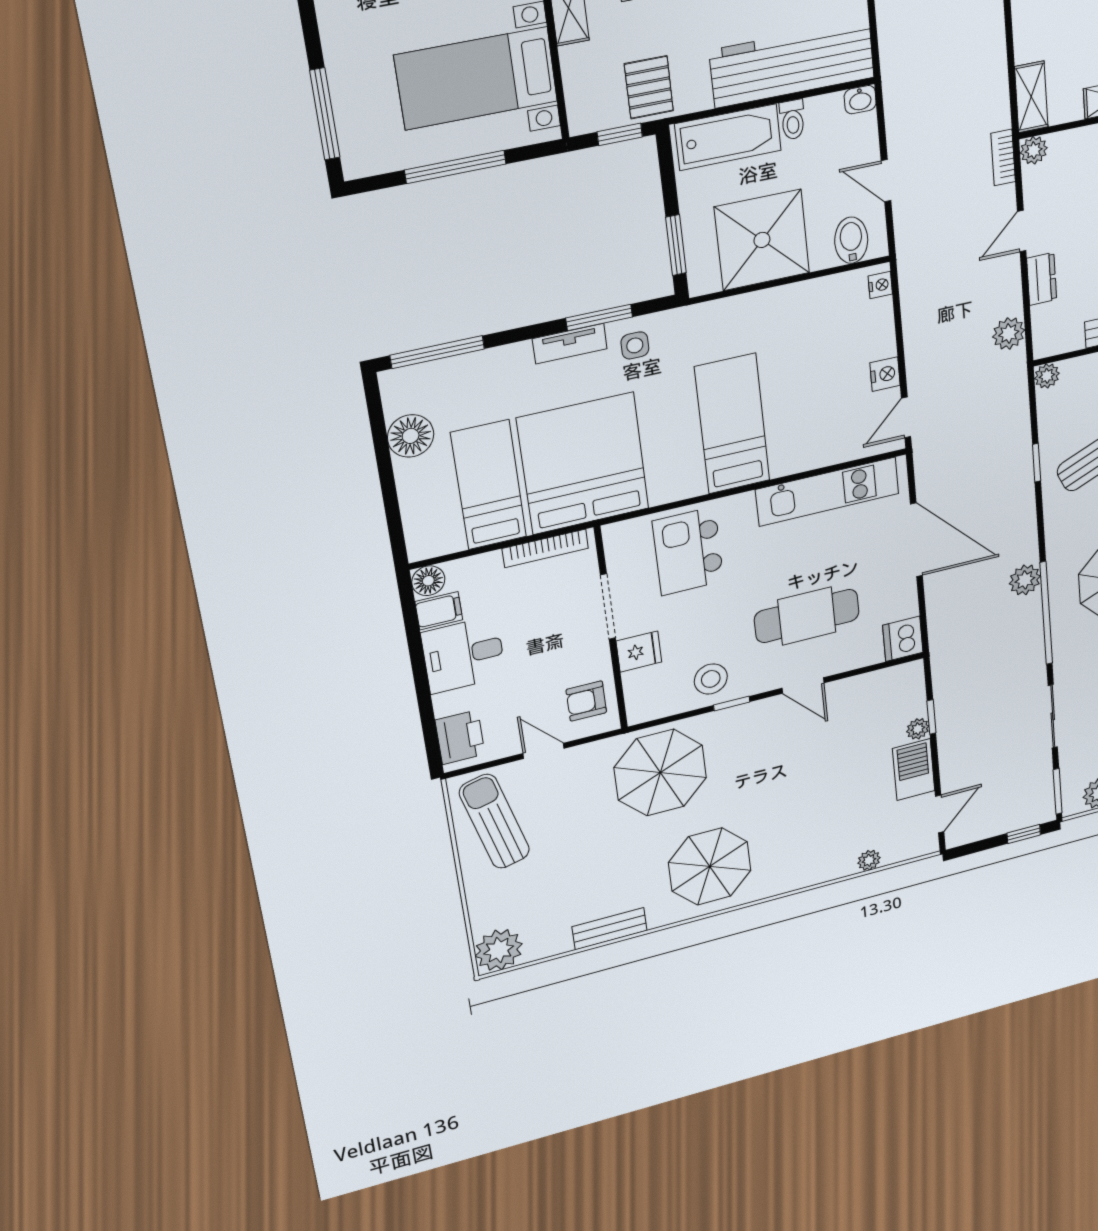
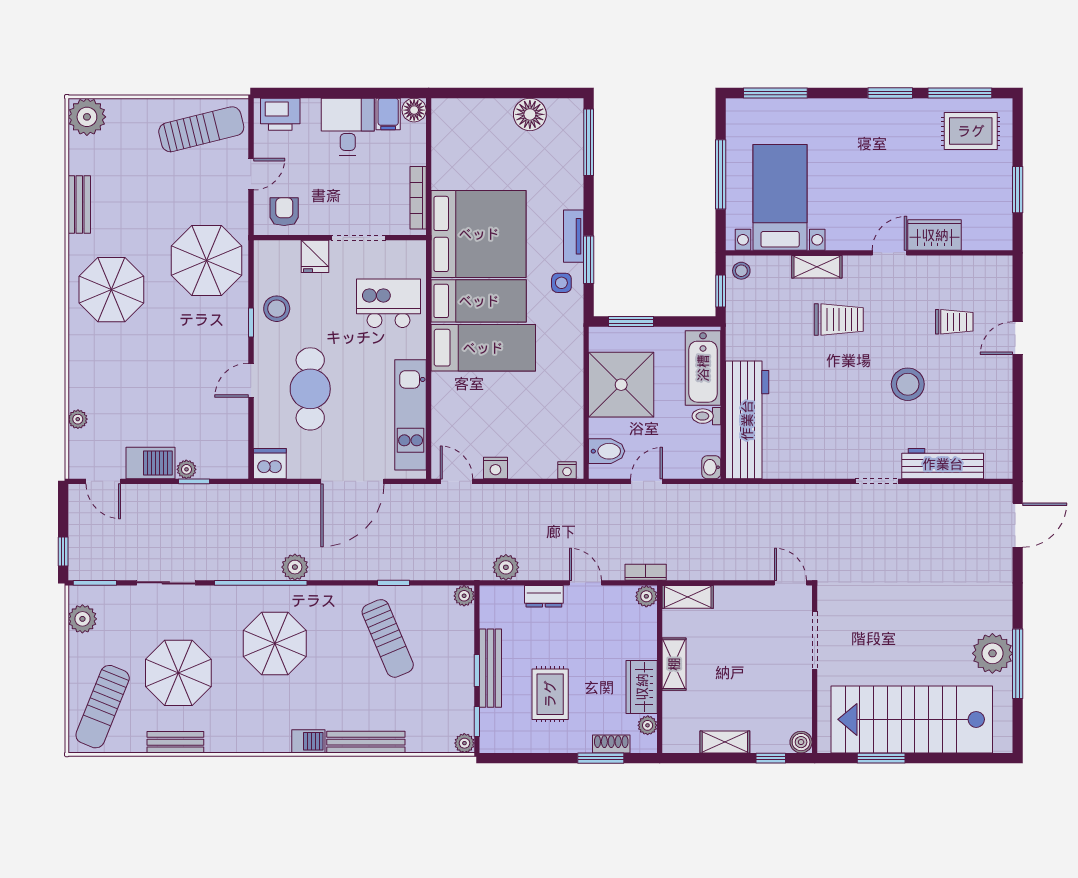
pallet: (649, 87) -> (750, 316), removed
stool: (588, 112) -> (741, 271), added
bed: (489, 485) -> (479, 301), moved

